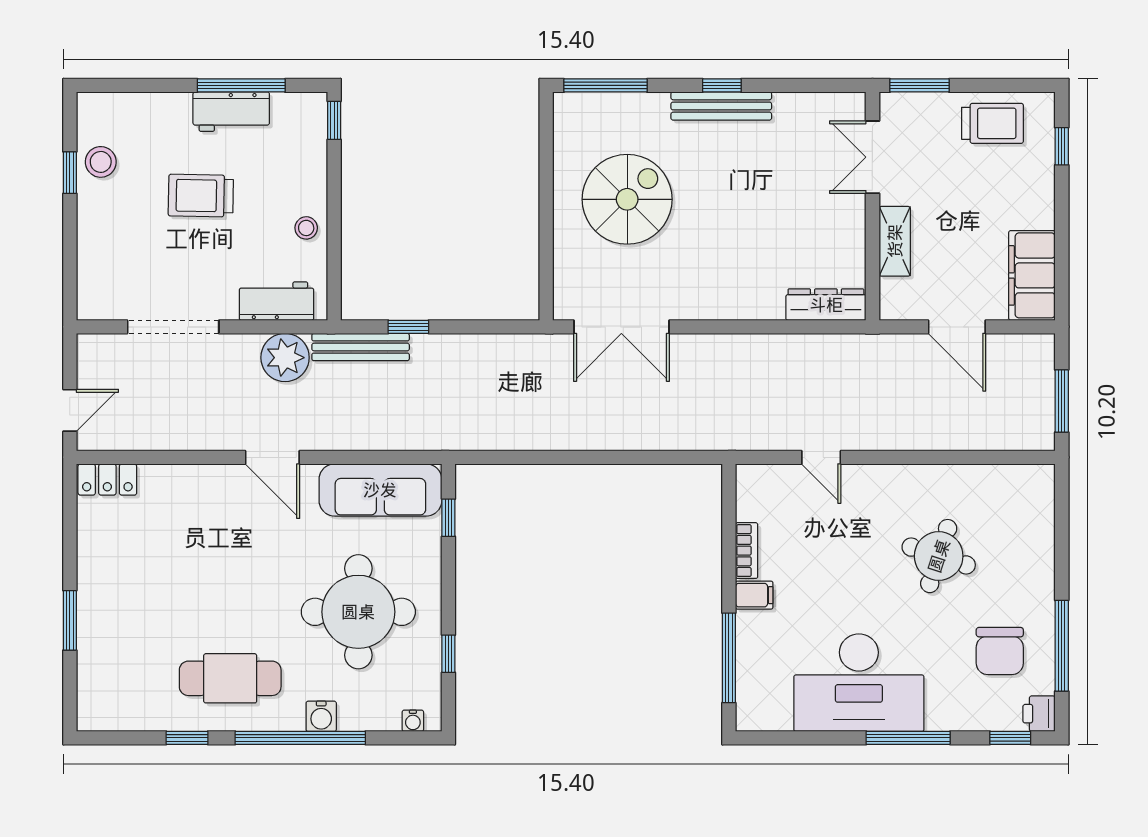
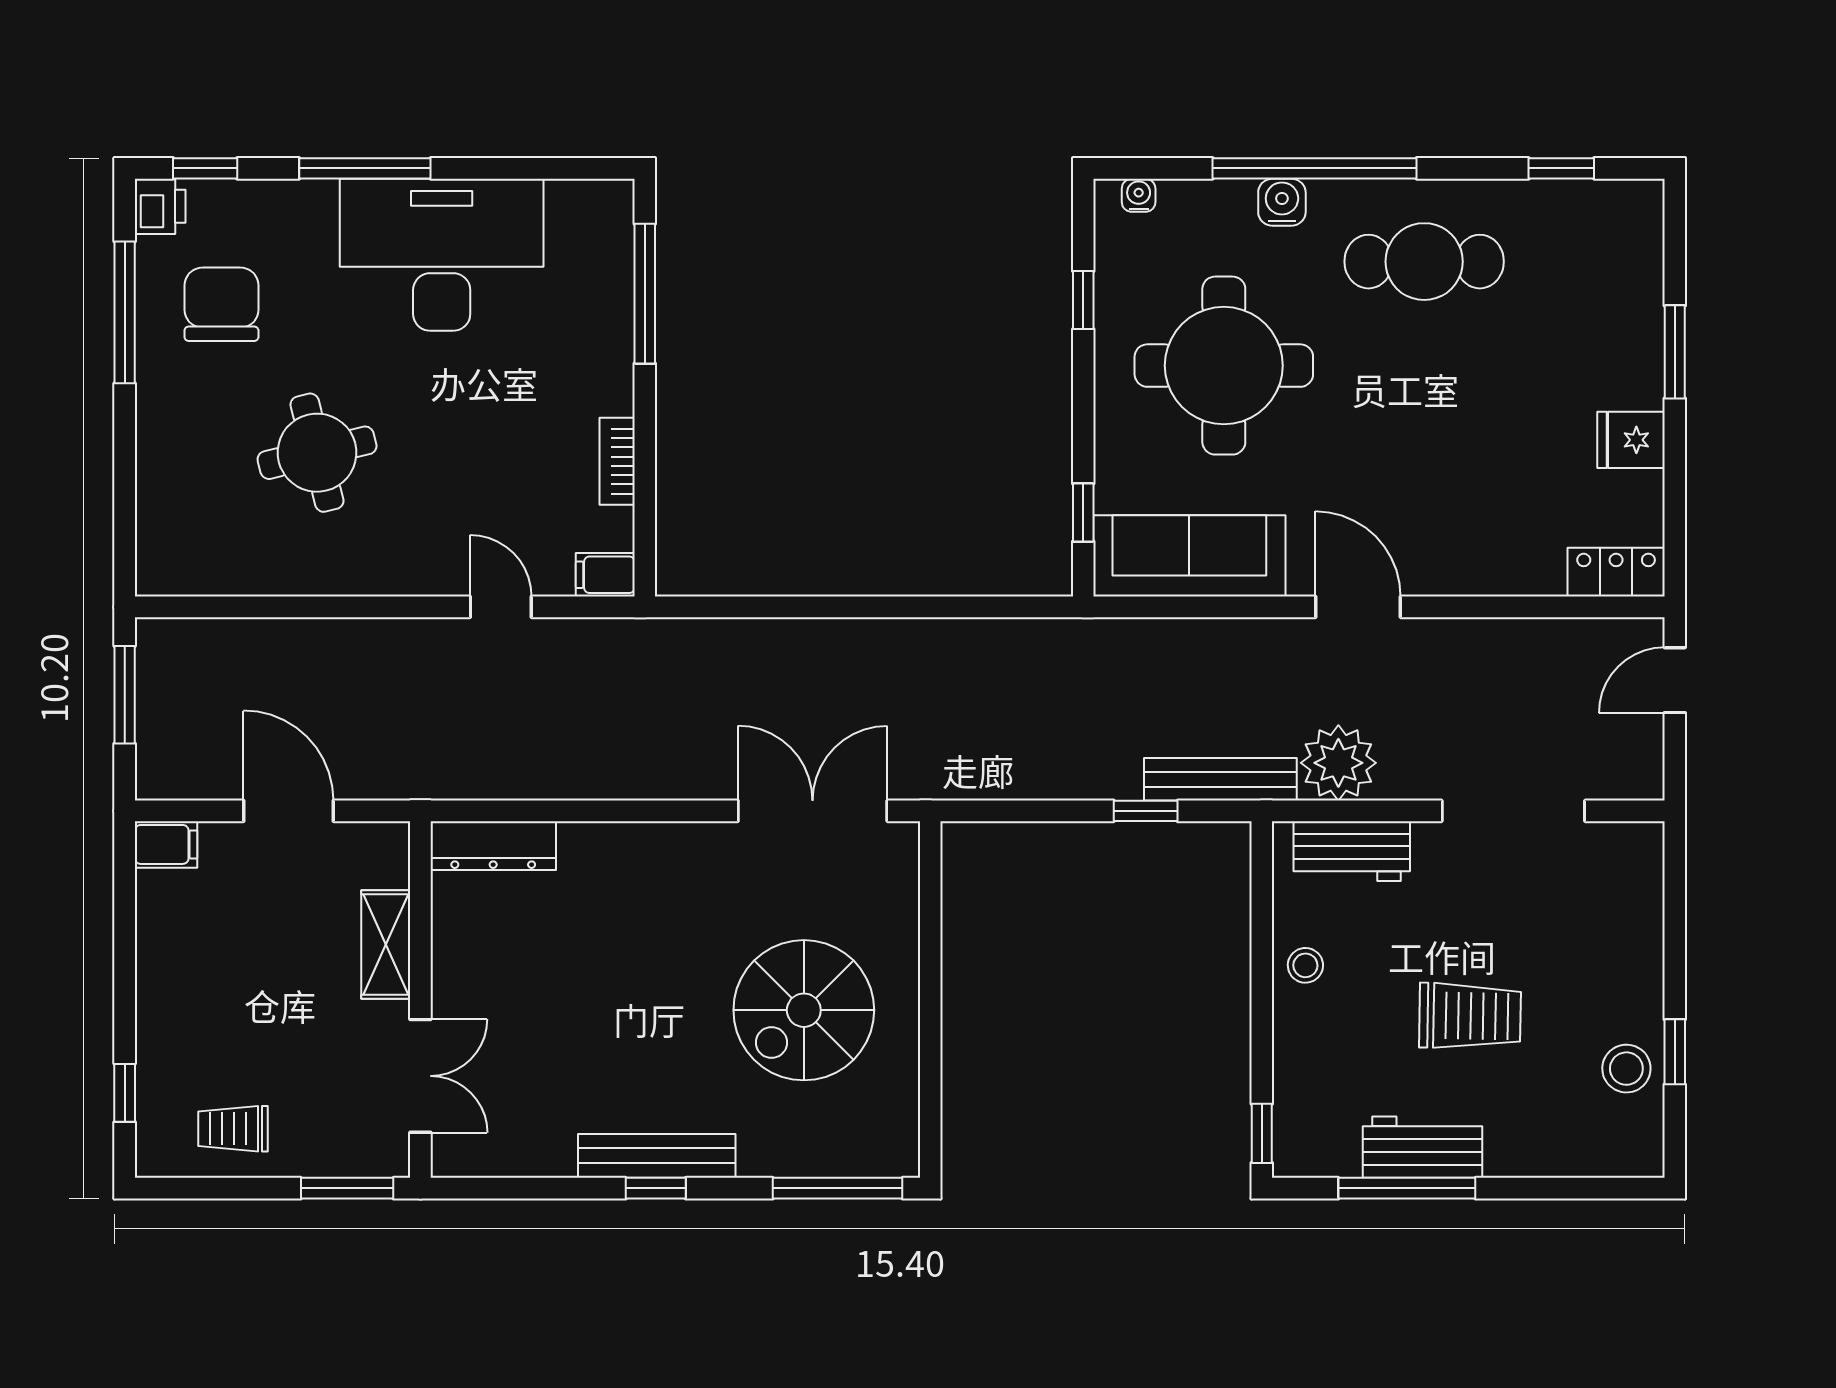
trolley: (992, 123) -> (233, 1129), width x0.73, depth x0.72
filing cabinet: (1032, 275) -> (166, 844), width x0.33, depth x0.86
round table: (939, 556) -> (317, 453), turned -32
fridge: (98, 564) -> (1631, 440), added
filing cabinet: (754, 595) -> (605, 575), moved
window: (187, 738) -> (1561, 168), moved

